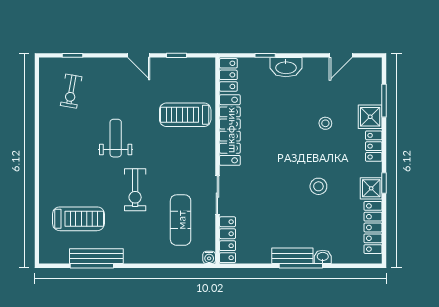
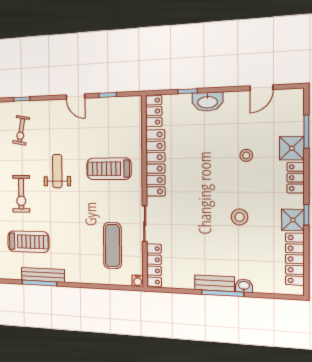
treadmill: (185, 115) -> (109, 169), moved
exercise bike: (135, 190) -> (21, 194), moved

